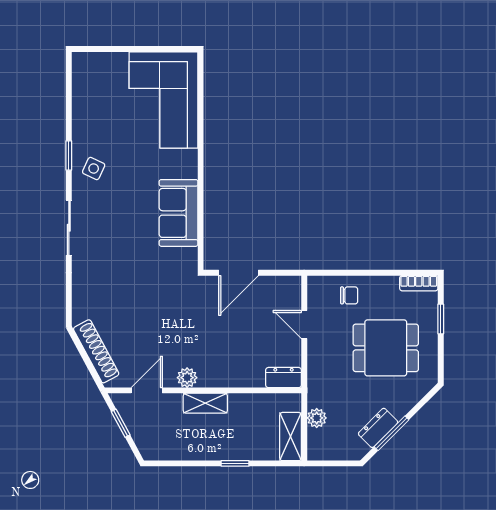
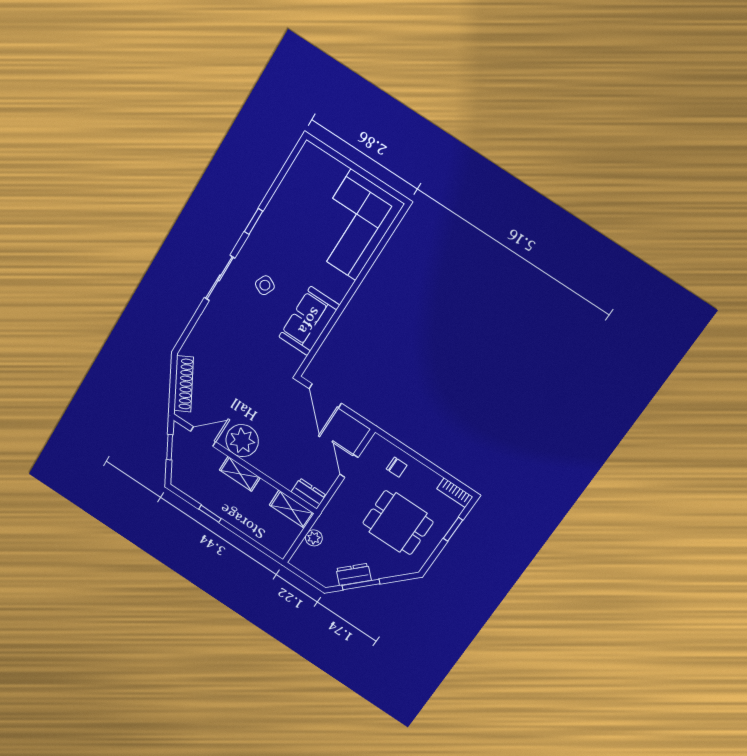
side table: (94, 169) -> (265, 285), moved
door: (239, 273) -> (325, 396), hinge flipped
plant: (187, 378) -> (242, 441), width x1.87, depth x1.87
shelving: (291, 437) -> (292, 509), moved, turned 90
window: (235, 463) -> (210, 514), moved

